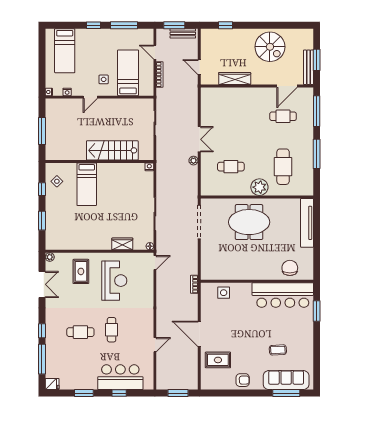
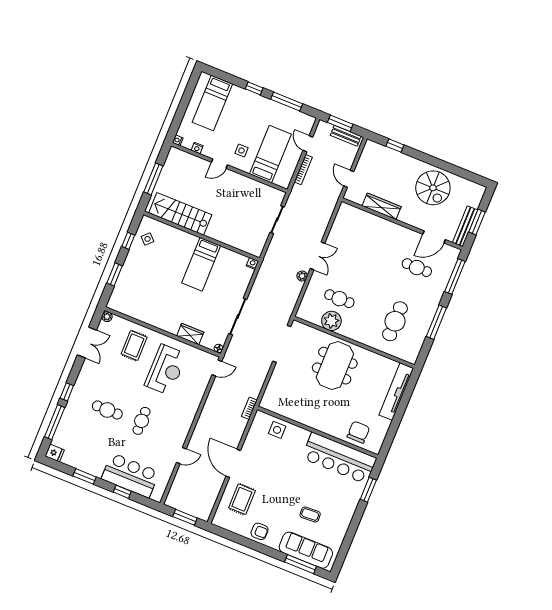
stairs: (112, 150) -> (180, 214), moved
bed: (87, 184) -> (201, 264), moved
plant: (259, 187) -> (331, 321), moved
meeting table: (249, 222) -> (335, 366), turned 90
rug: (218, 360) -> (242, 499), turned 90

